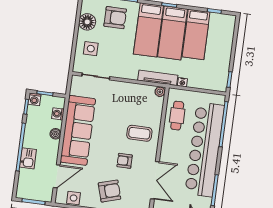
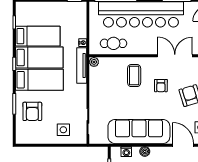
armchair: (115, 18) -> (32, 111), turned 180
floor lamp: (87, 22) -> (40, 136), removed

